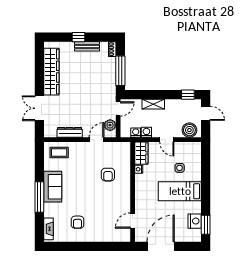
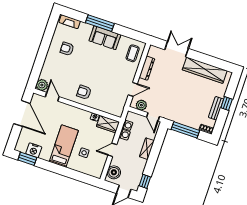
door: (97, 140) -> (133, 89), hinge flipped
armchair: (108, 175) -> (84, 92), moved
plant: (124, 235) -> (42, 85), added

